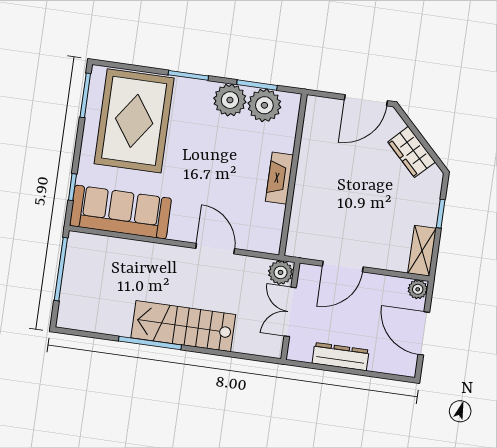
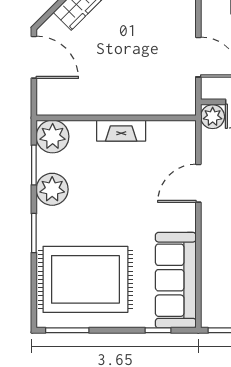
plant: (264, 105) -> (53, 136), moved

